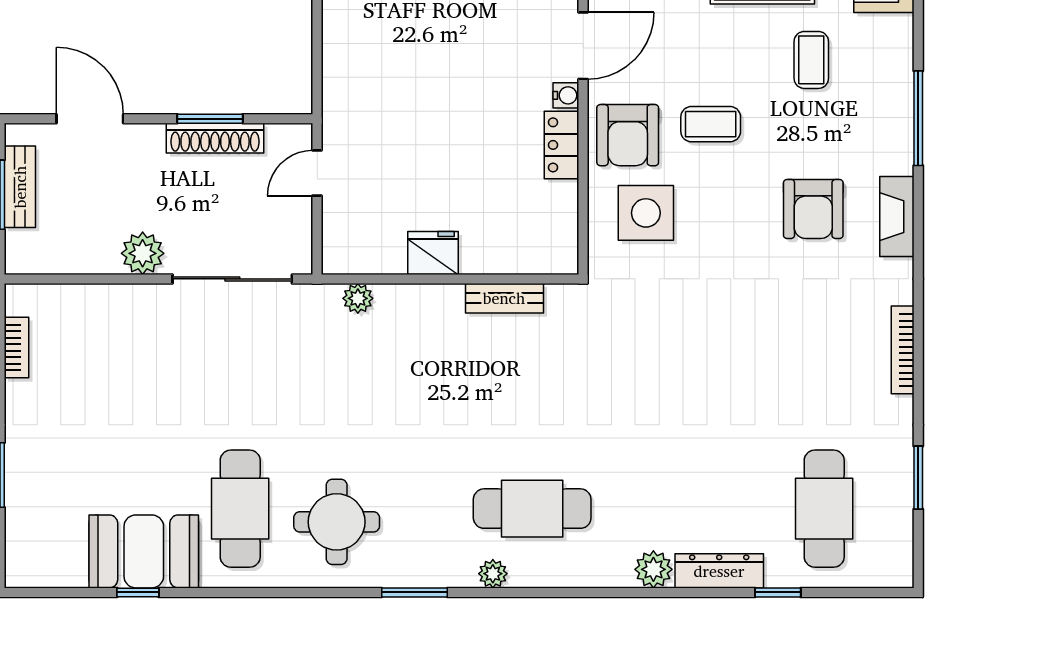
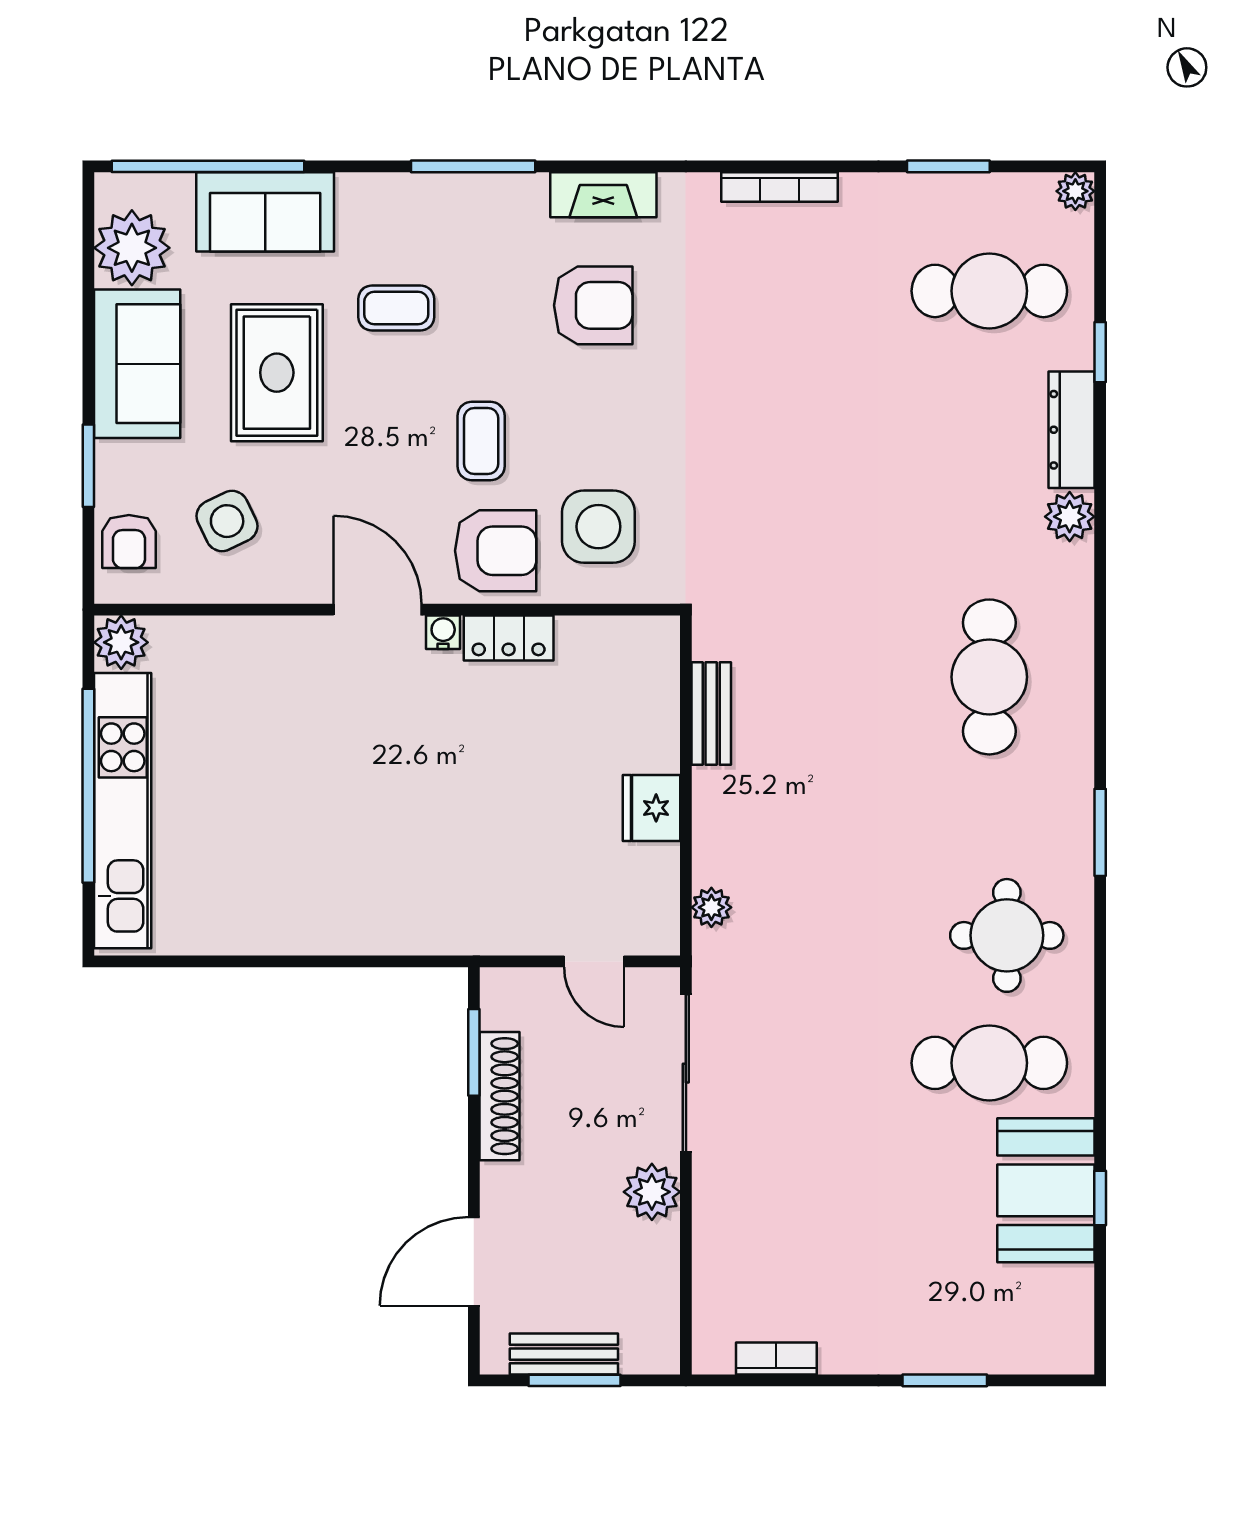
window: (210, 119) -> (474, 1052), moved
door: (317, 173) -> (594, 961), moved
plant: (493, 574) -> (1075, 191), moved

